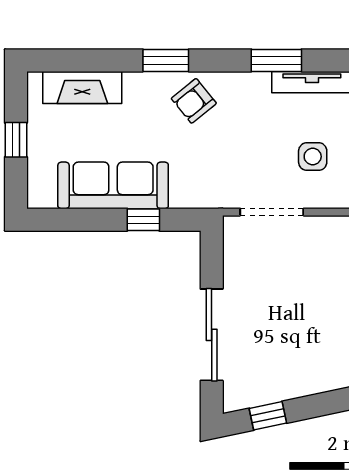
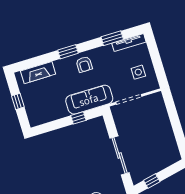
armchair: (194, 101) -> (84, 64), turned -51
sofa: (113, 185) -> (89, 100), moved

